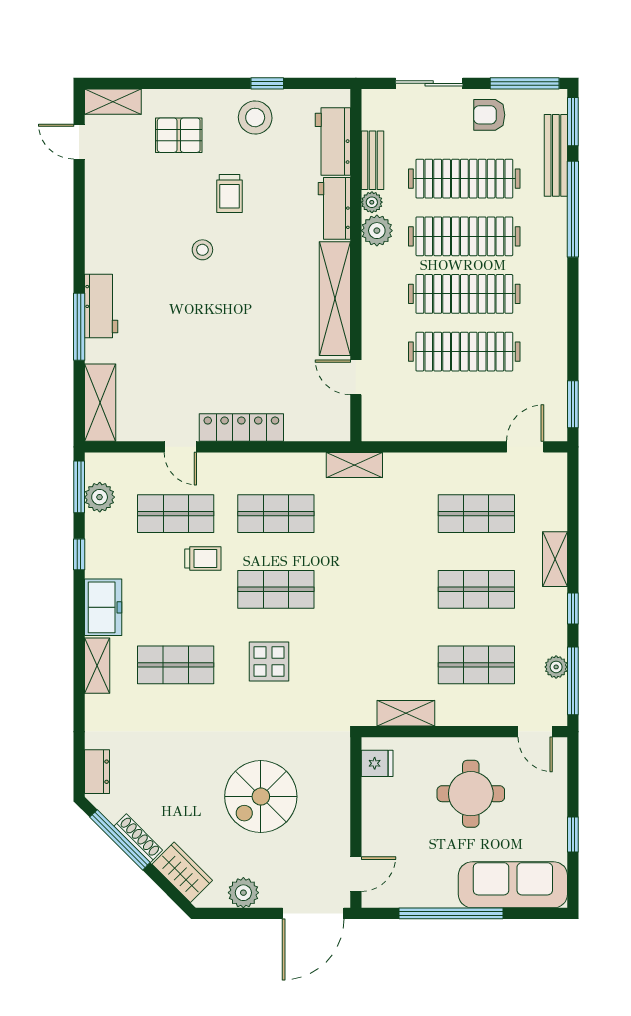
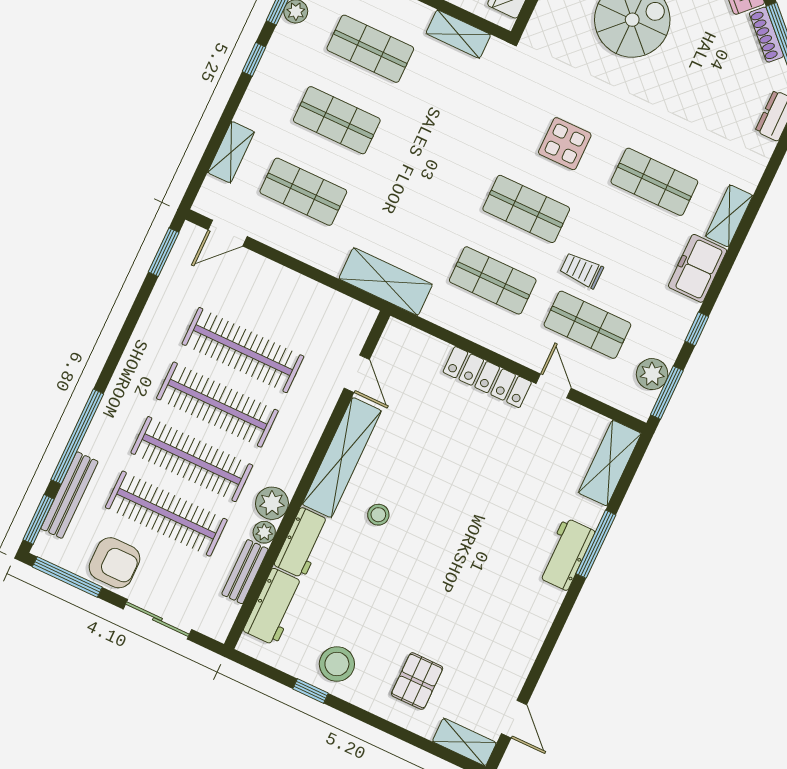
armchair: (489, 115) -> (115, 563), width x1.38, depth x1.38
pallet: (179, 135) -> (417, 681), turned 90
trolley: (230, 194) -> (395, 603), removed
stool: (202, 250) -> (378, 515), moved
shelving: (354, 465) -> (386, 282), width x1.50, depth x1.33
shelving: (555, 559) -> (231, 152), moved

